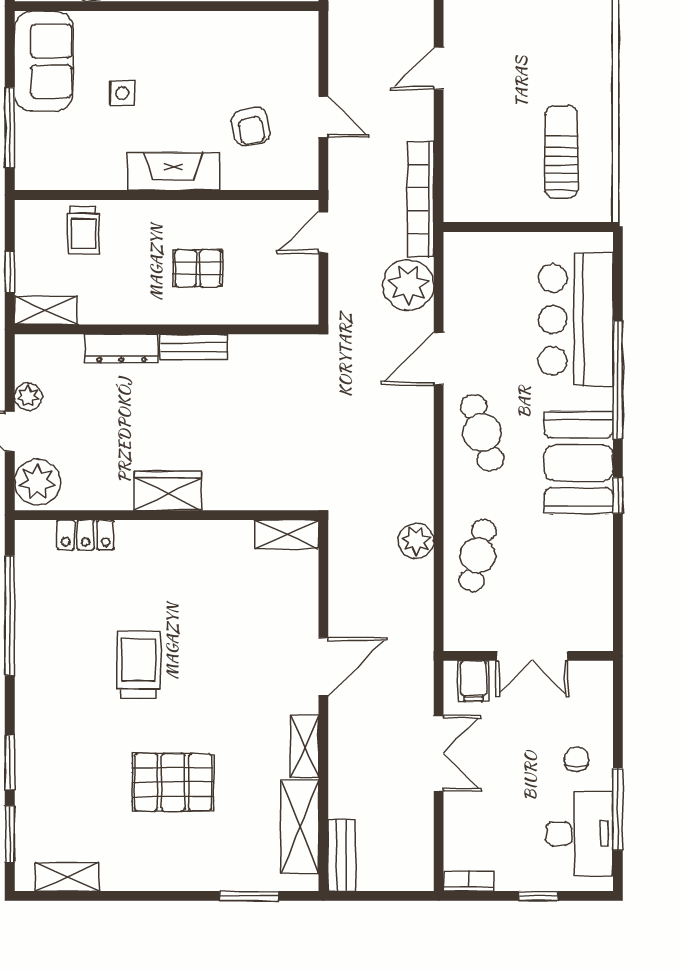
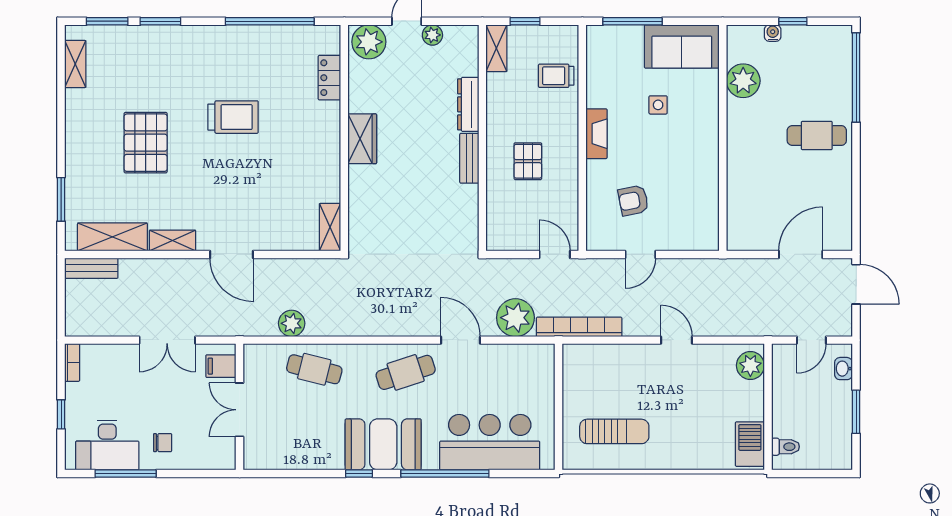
fireplace: (173, 171) -> (596, 134), width x0.73, depth x0.76
plant: (416, 541) -> (292, 323), moved

